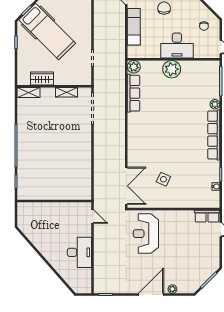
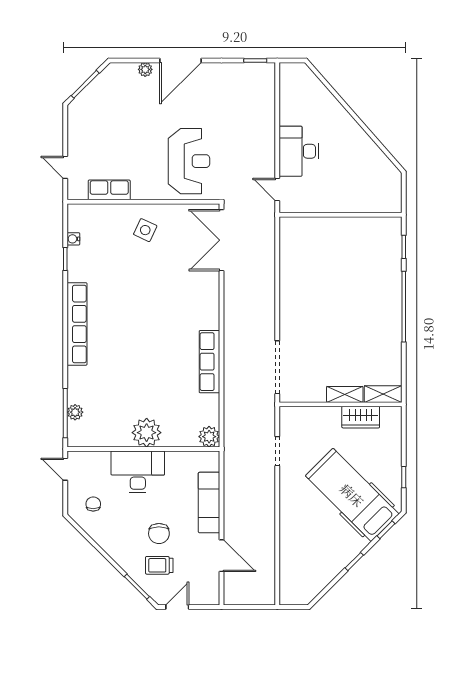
shelving: (67, 92) -> (345, 394), moved
row of seats: (133, 93) -> (209, 362), moved
plant: (215, 104) -> (75, 412), moved
side table: (163, 179) -> (145, 230), moved
row of seats: (207, 216) -> (109, 190), moved
desk: (79, 252) -> (299, 151), moved

